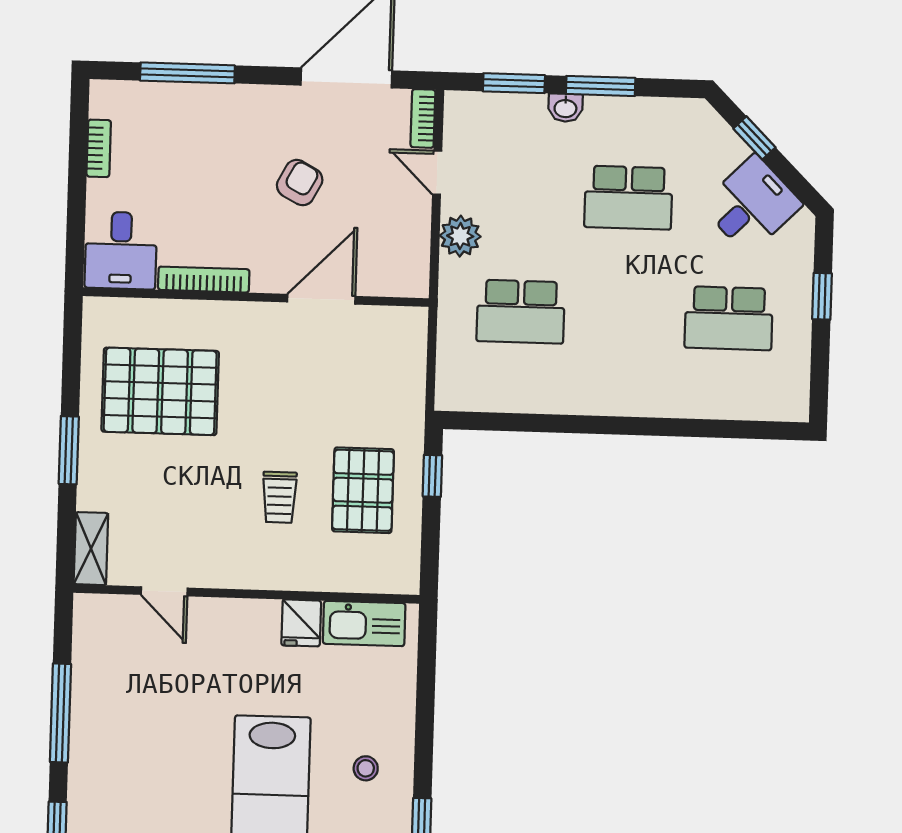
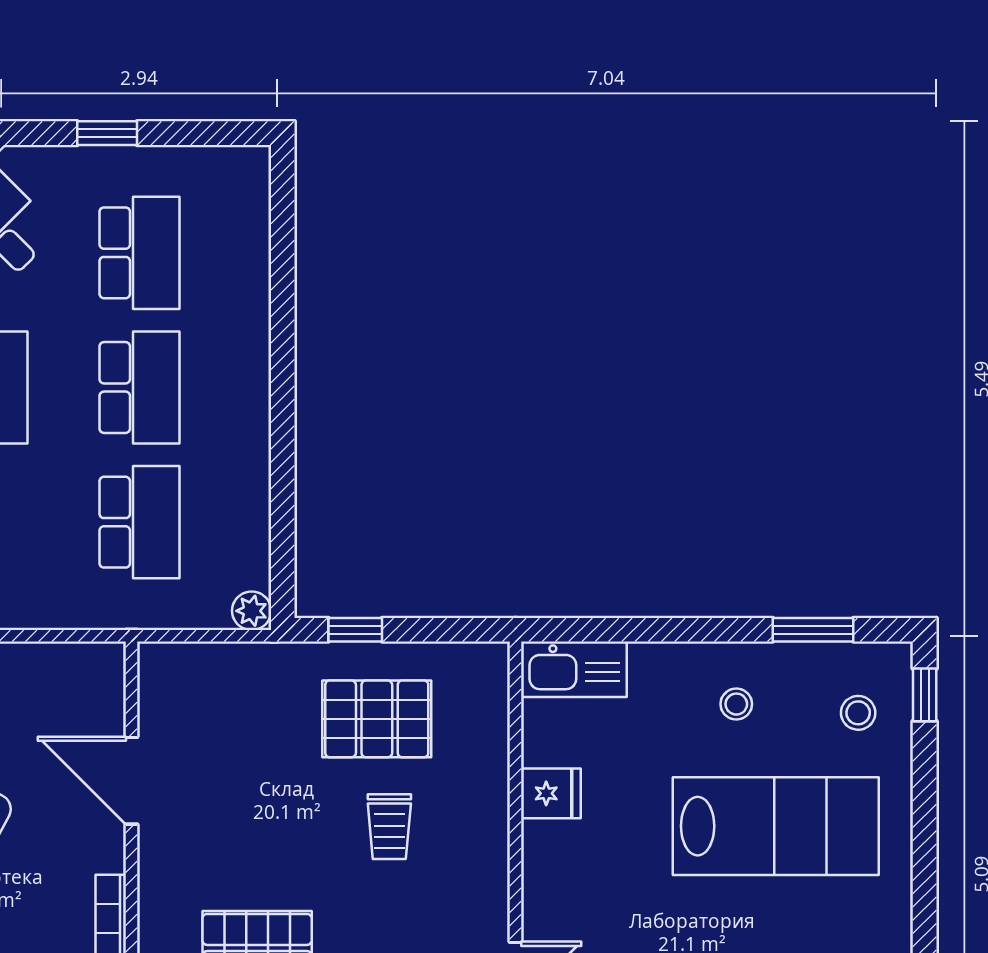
plant: (460, 236) -> (252, 611), moved, width x0.73, depth x0.73
school desk: (625, 315) -> (139, 388), added
trolley: (279, 497) -> (389, 827), turned 90
kitchen sink: (364, 623) -> (574, 669), moved, turned 90

